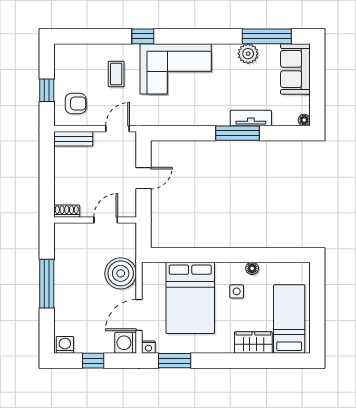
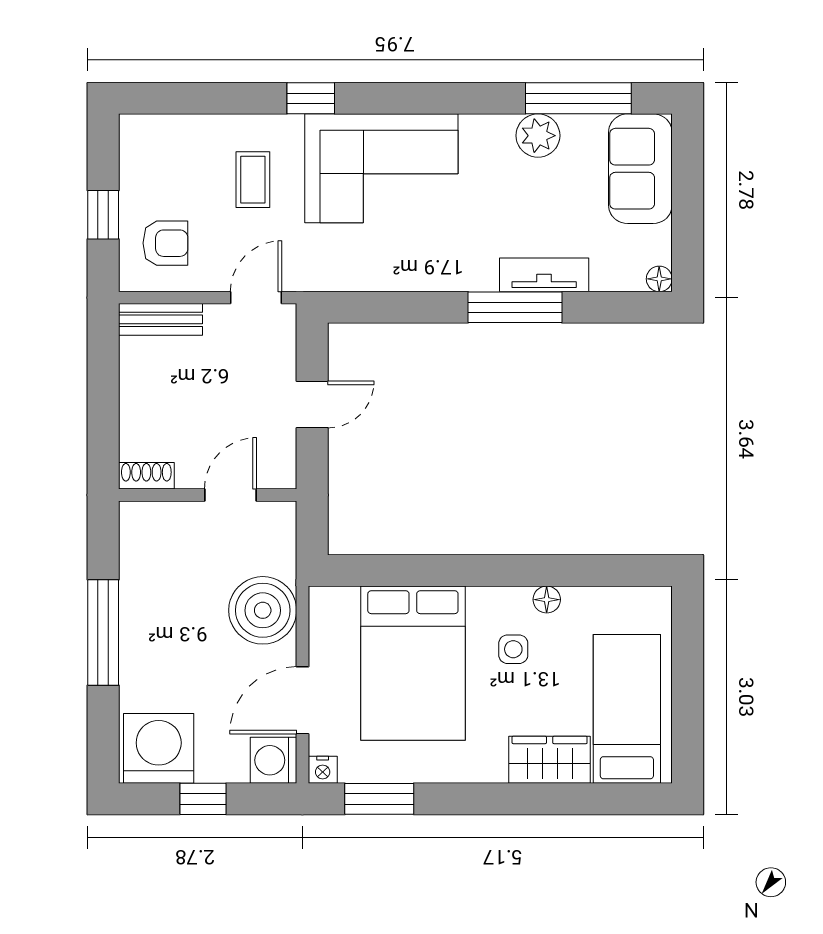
washing machine: (65, 345) -> (159, 748), width x1.89, depth x1.89

